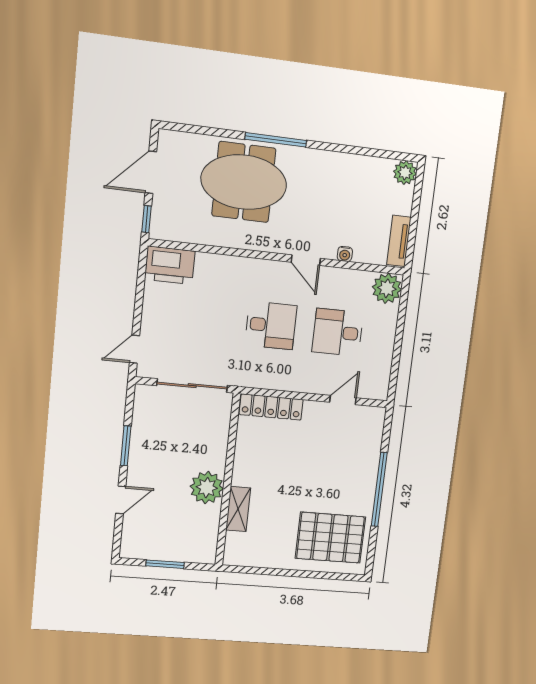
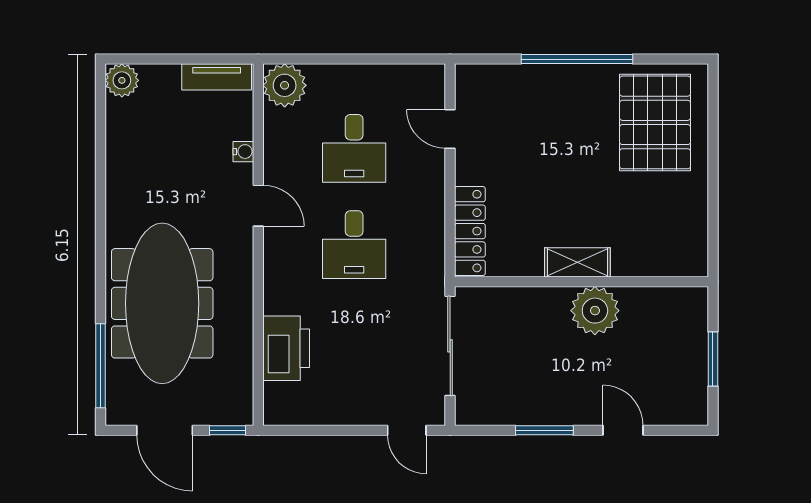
window: (276, 140) -> (101, 366), moved
meeting table: (244, 182) -> (162, 303), width x1.36
door: (306, 260) -> (258, 206), hinge flipped
printer: (170, 265) -> (286, 348), moved
desk: (271, 325) -> (354, 245), turned 180
shelving: (238, 509) -> (577, 262), moved

